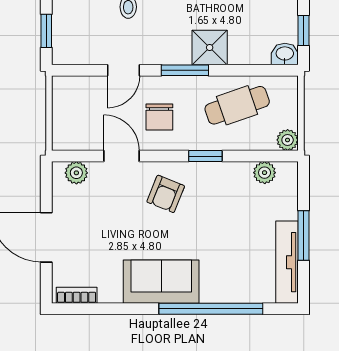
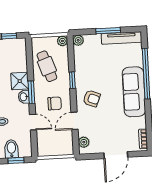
bidet: (71, 23) -> (11, 149), added
washbasin: (285, 54) -> (24, 97), moved
plant: (265, 173) -> (78, 40), moved
sofa: (161, 282) -> (134, 92), width x1.36

